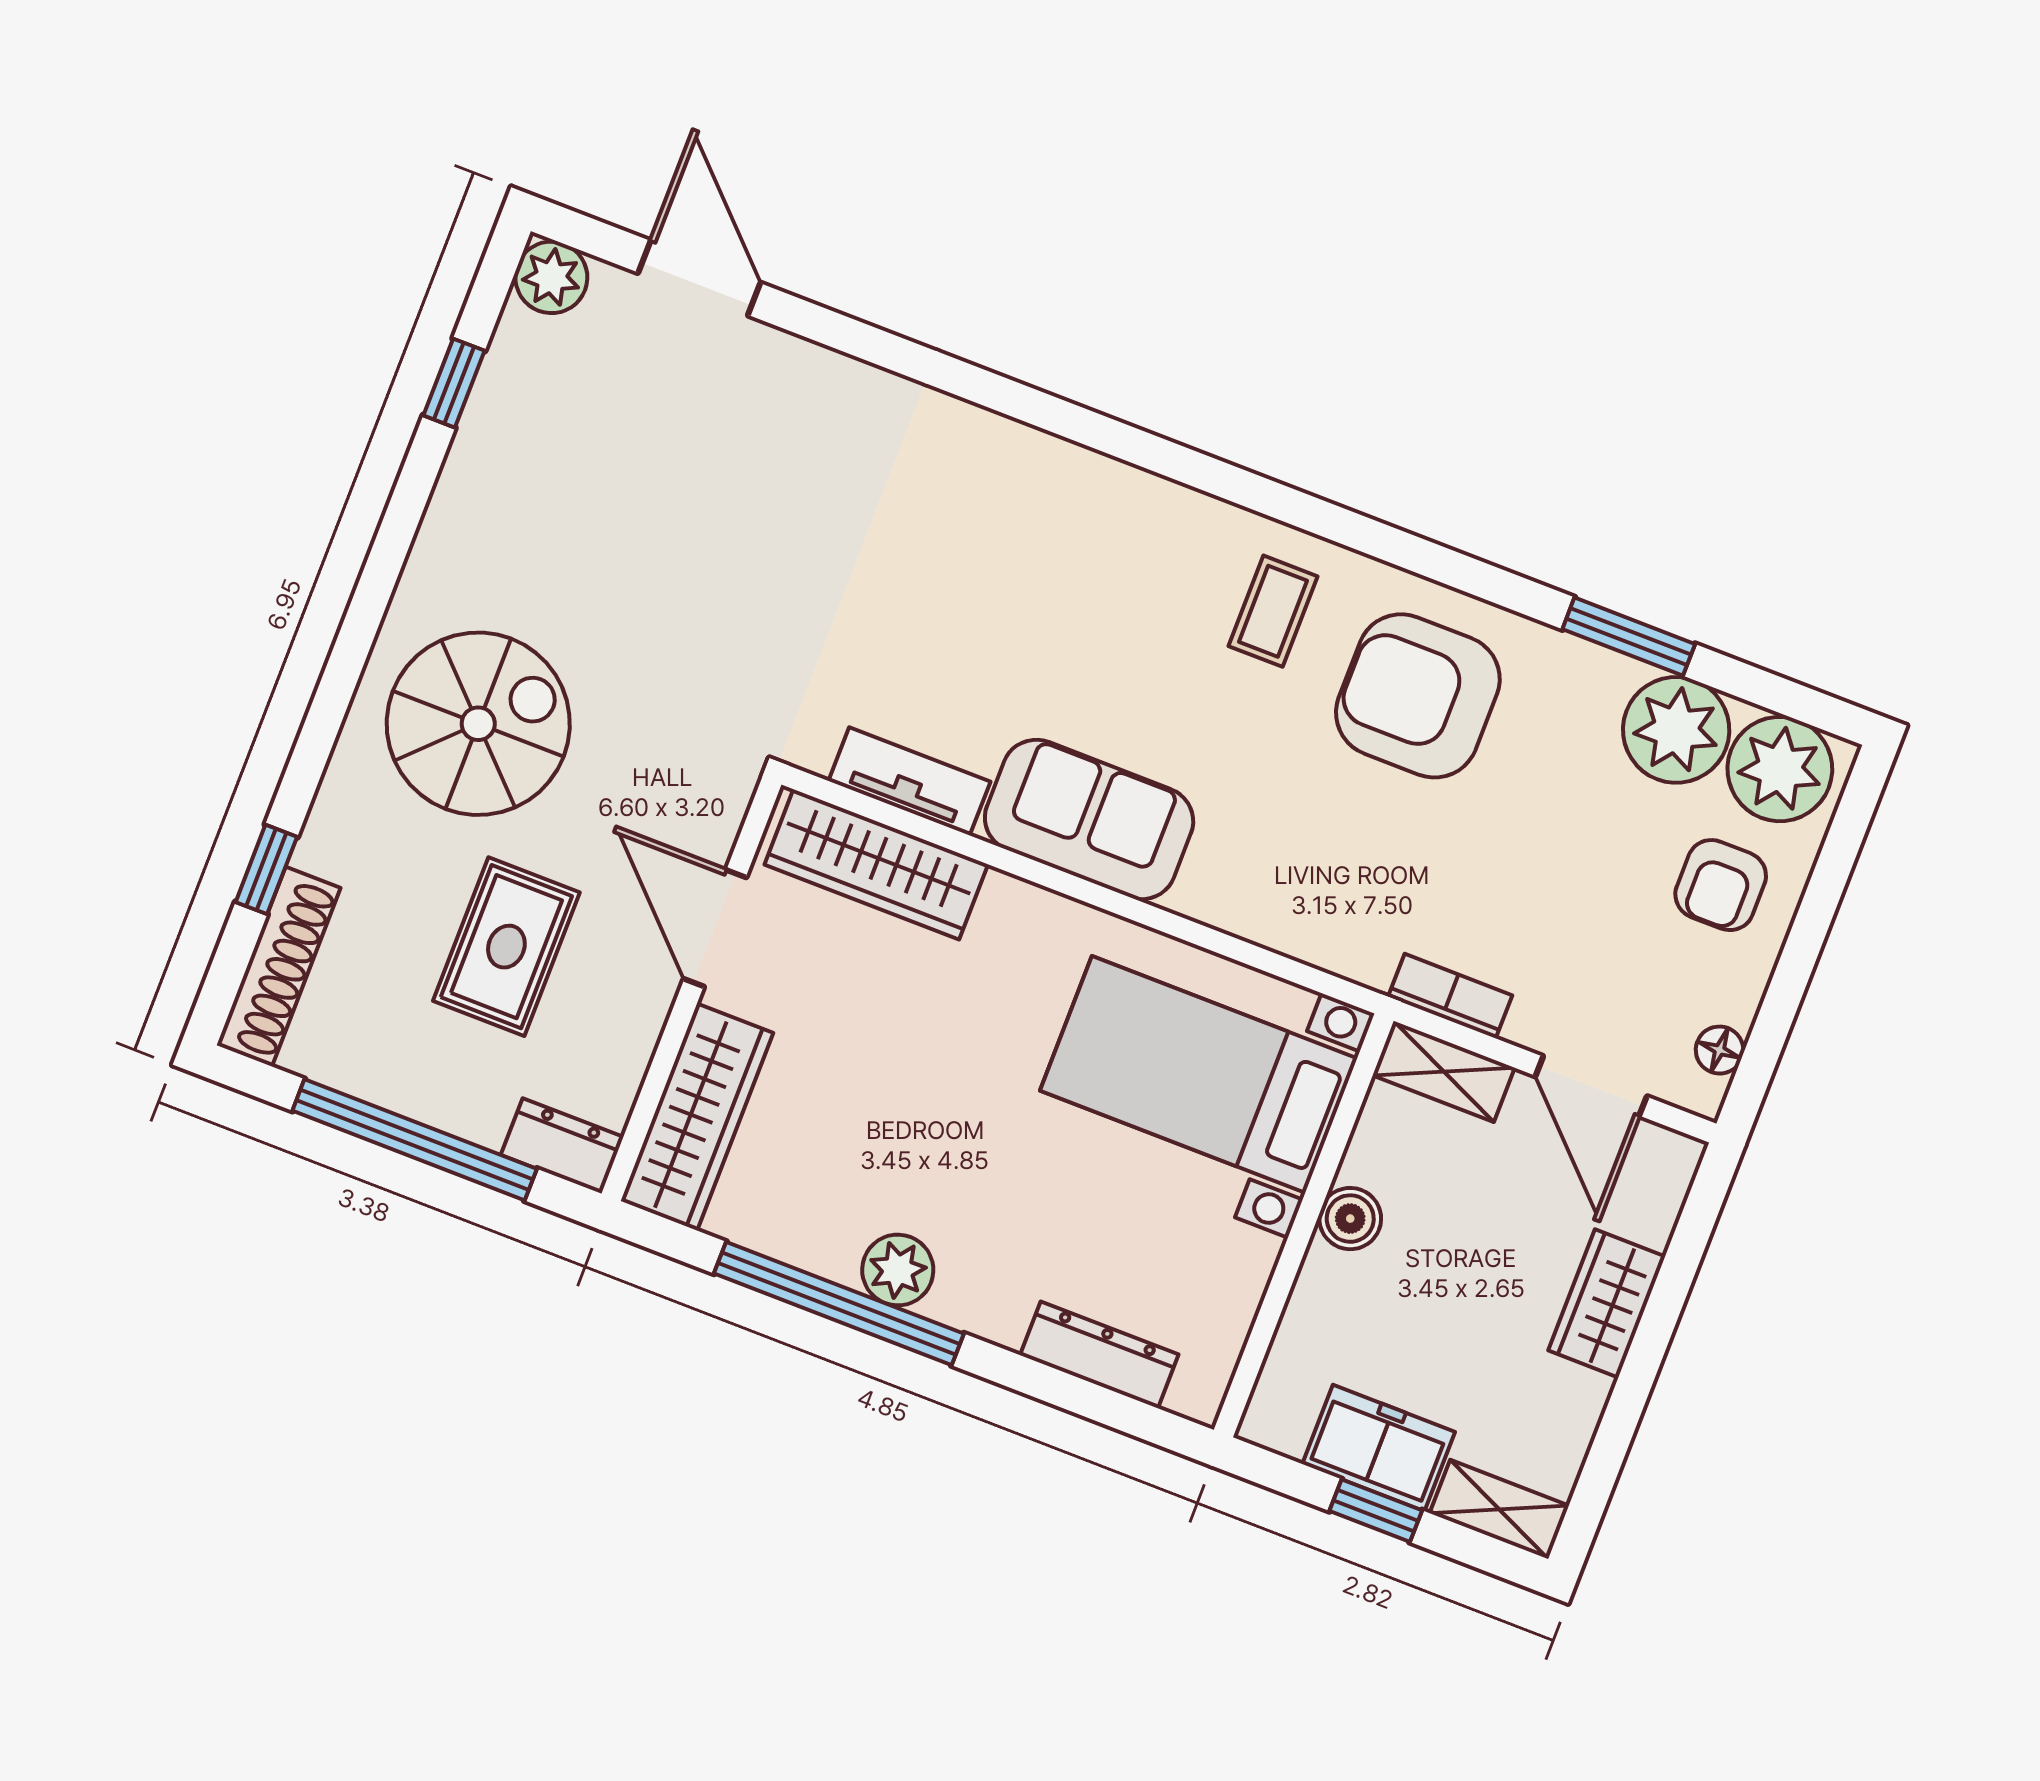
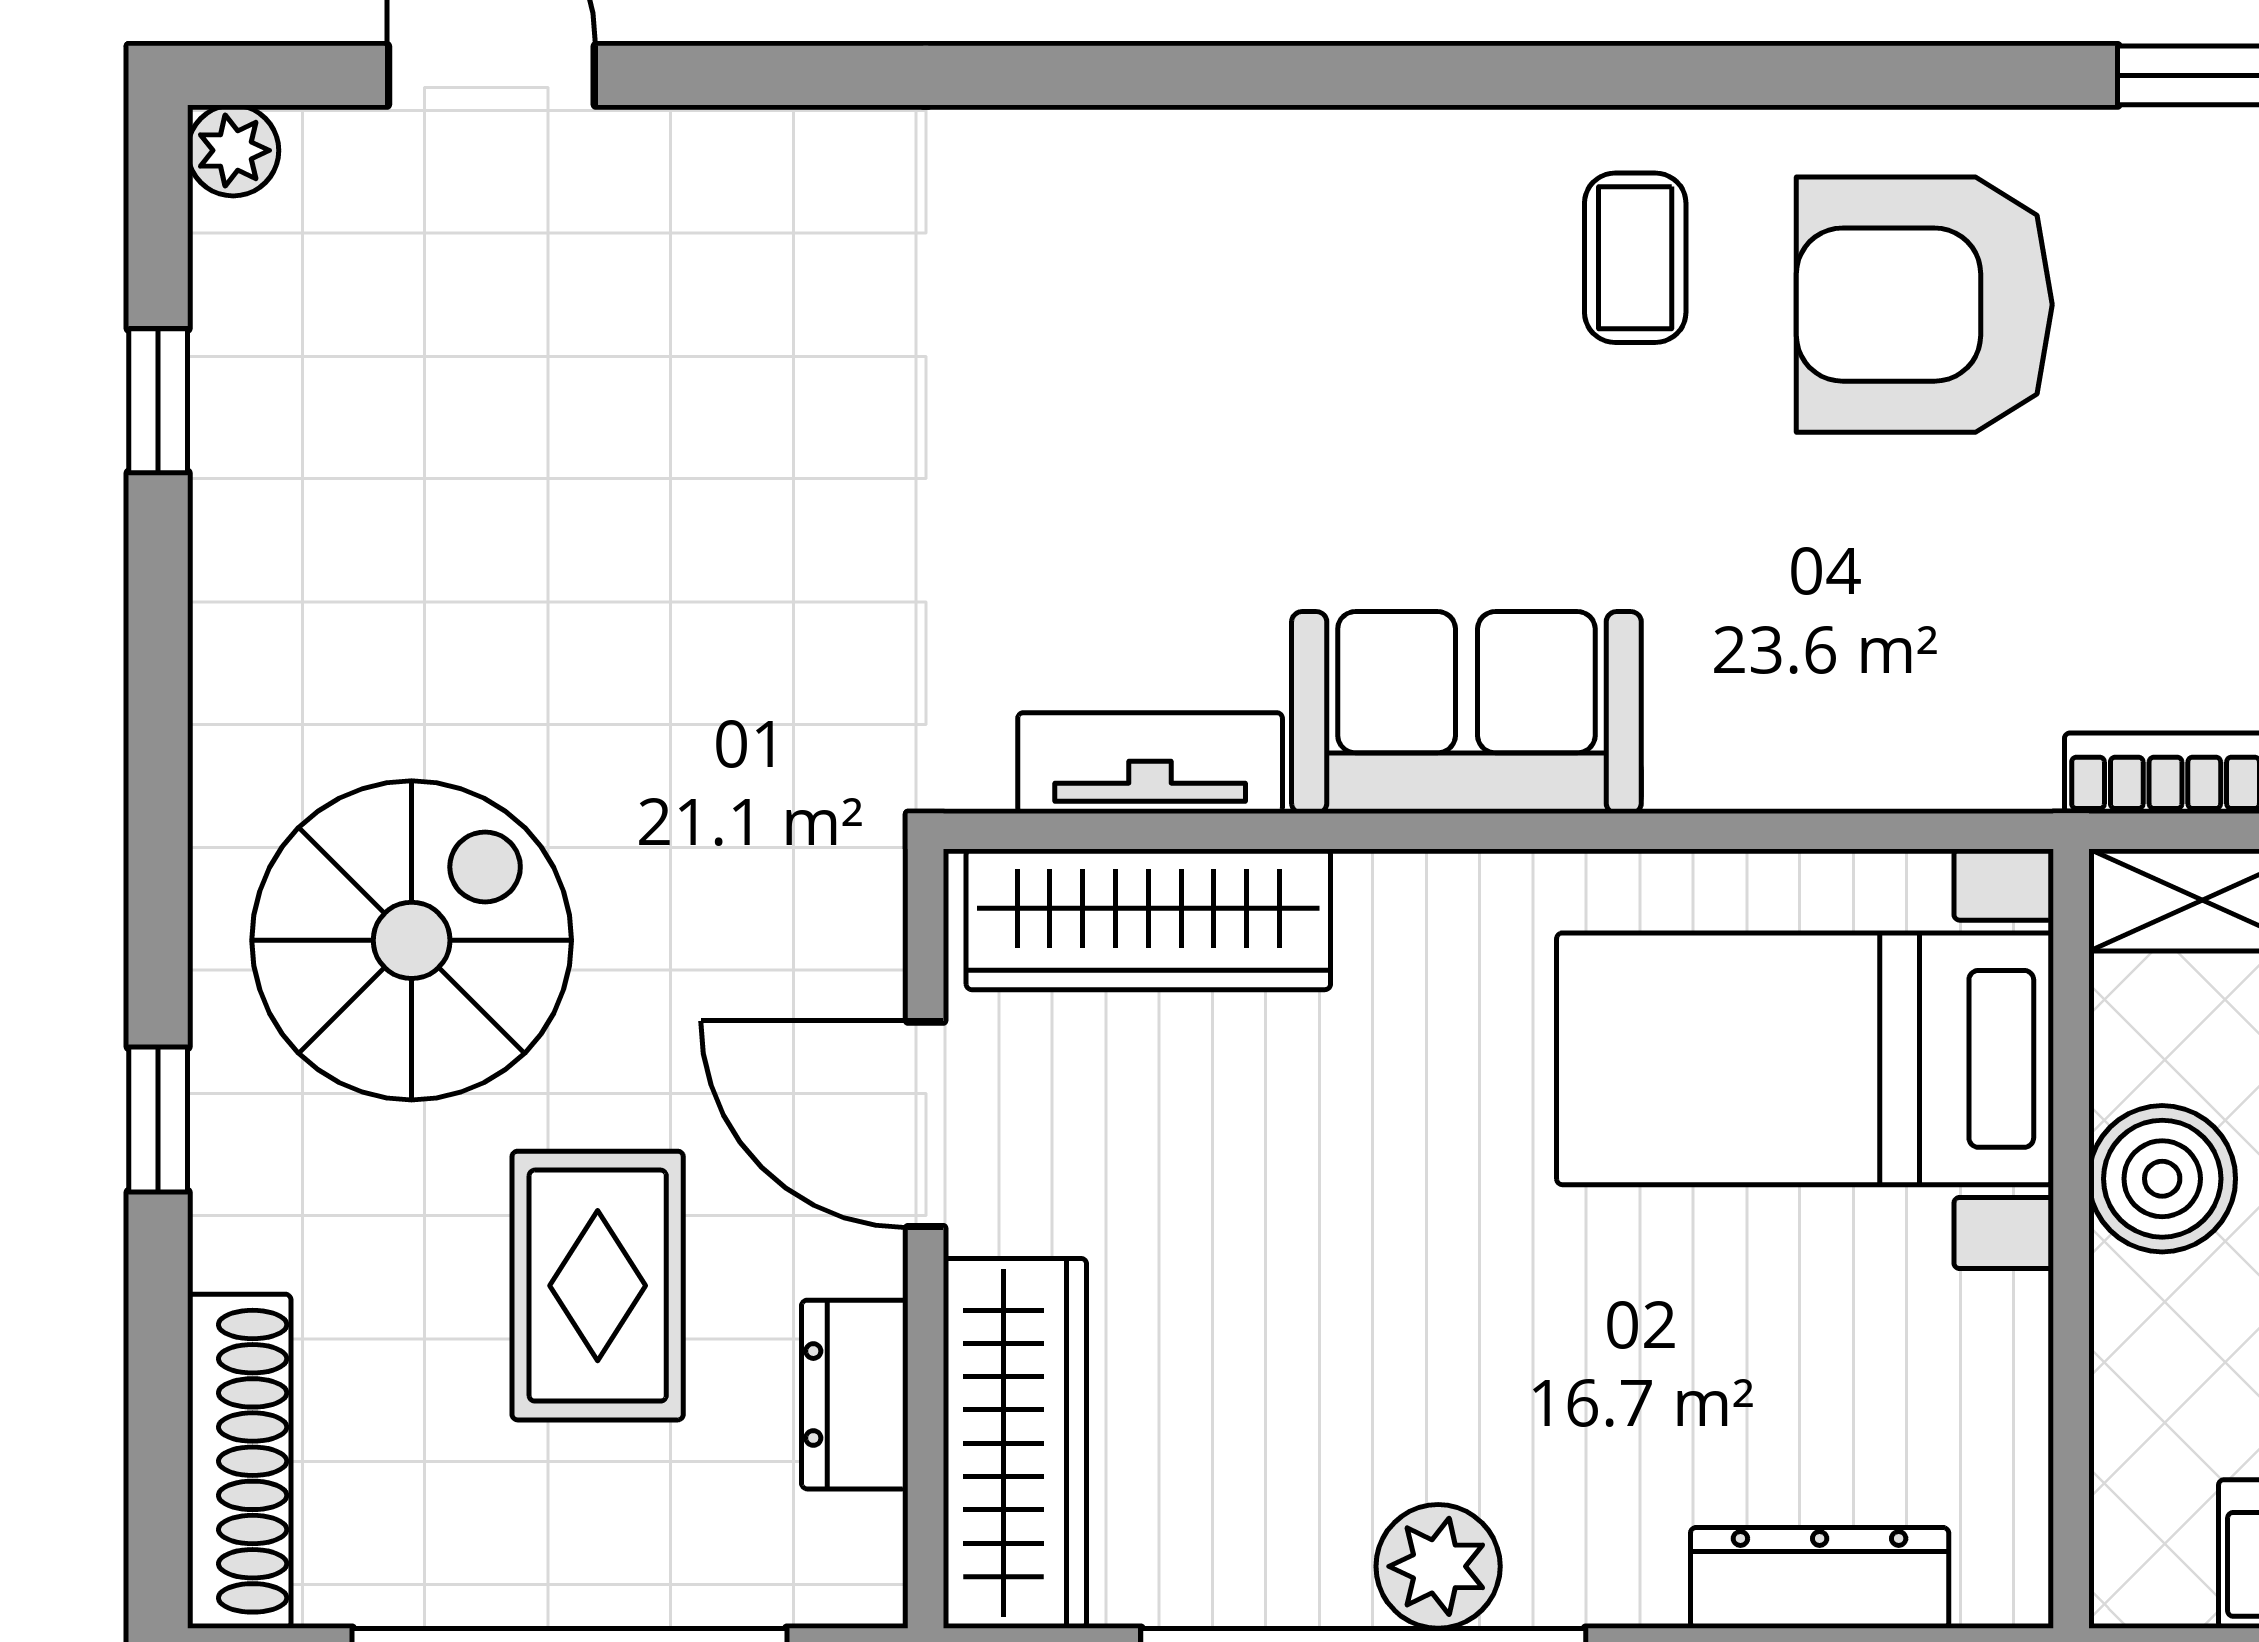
plant: (551, 277) -> (233, 150), width x0.73, depth x0.73
window: (266, 869) -> (158, 1119), moved
dresser: (562, 1146) -> (855, 1395), moved, turned -90
boiler: (1350, 1219) -> (2162, 1179), width x1.36, depth x1.36

